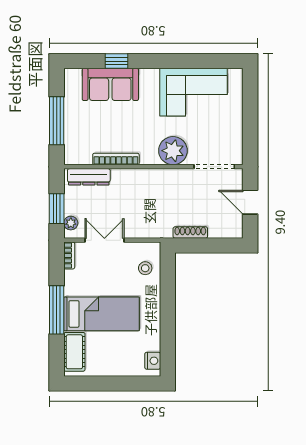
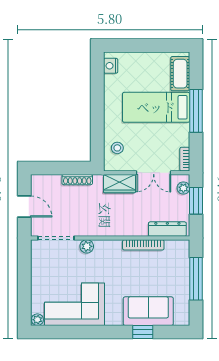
plant: (235, 75) -> (37, 320), added
plant: (173, 151) -> (87, 246), width x0.53, depth x0.53
wardrobe: (143, 228) -> (119, 184), added

